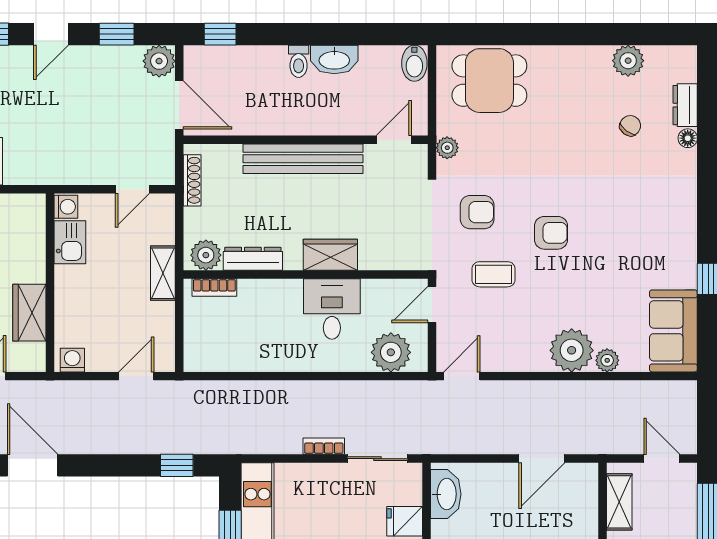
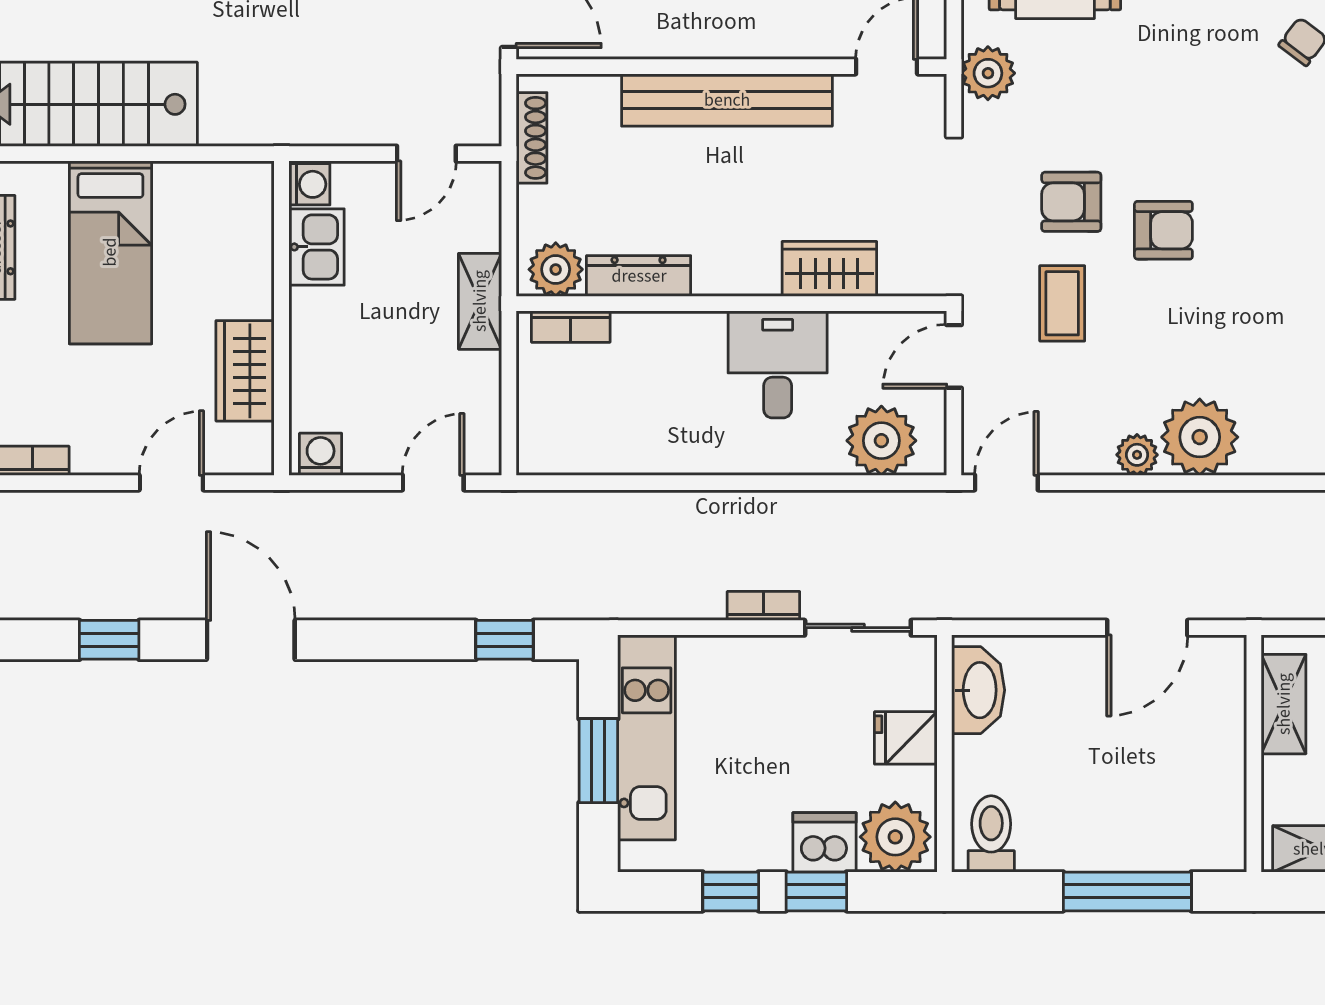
plant: (447, 148) -> (988, 73), width x1.38, depth x1.38
armchair: (477, 212) -> (1071, 202), moved, turned 180
wardrobe: (330, 255) -> (829, 269), moved
coffee table: (494, 274) -> (1062, 303), turned 90
plant: (607, 360) -> (1137, 455), moved

